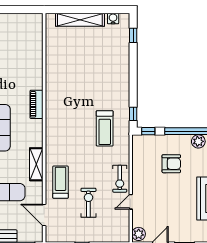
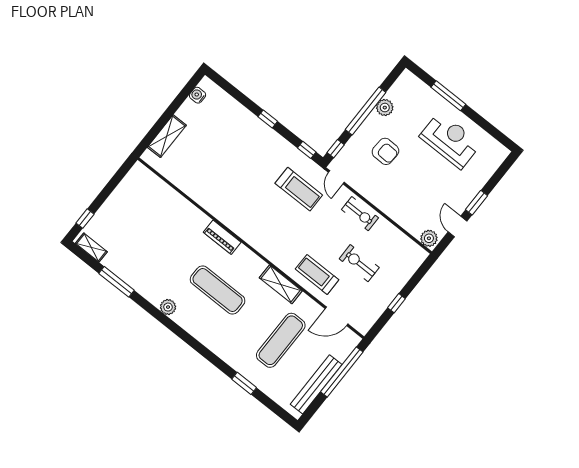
shelving: (80, 20) -> (167, 136), width x0.68
window: (133, 35) -> (268, 119), moved
armchair: (171, 164) -> (385, 151), turned 92
door: (131, 202) -> (336, 177), moved

